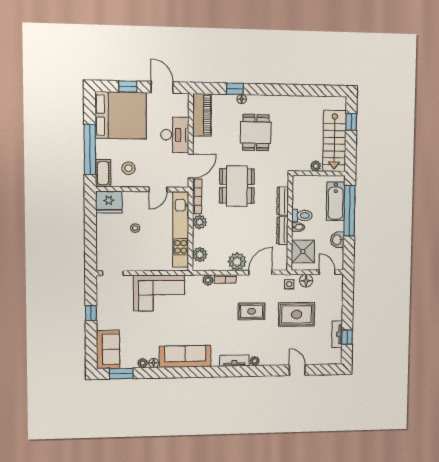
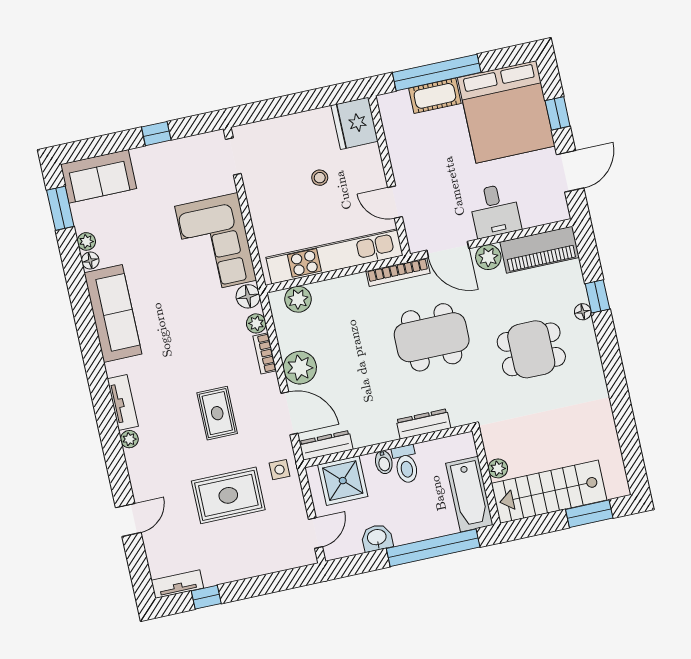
window: (351, 122) -> (589, 514), width x1.50
desk: (175, 135) -> (495, 211), width x0.73
stool: (129, 168) -> (420, 144), removed
cot: (103, 173) -> (435, 96), moved
bathtub: (336, 201) -> (469, 494), moved, turned -90
plant: (200, 222) -> (488, 257), moved
dresser: (282, 231) -> (326, 445), moved
floor lamp: (306, 281) -> (248, 296), moved
rug: (297, 314) -> (228, 495), turned 90
tv unit: (337, 334) -> (177, 584), moved

